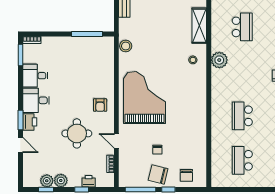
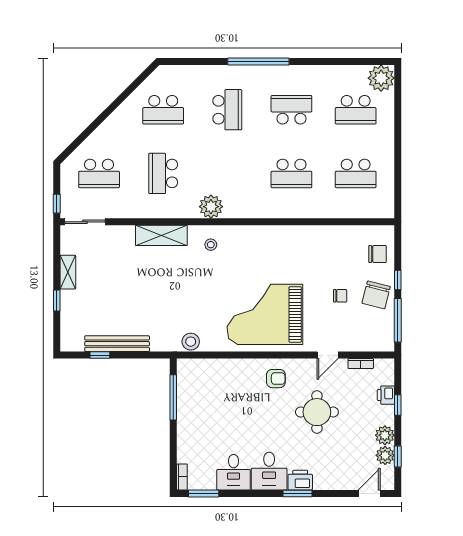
school desk: (242, 27) -> (163, 173), turned -90
door: (20, 145) -> (369, 493), moved

